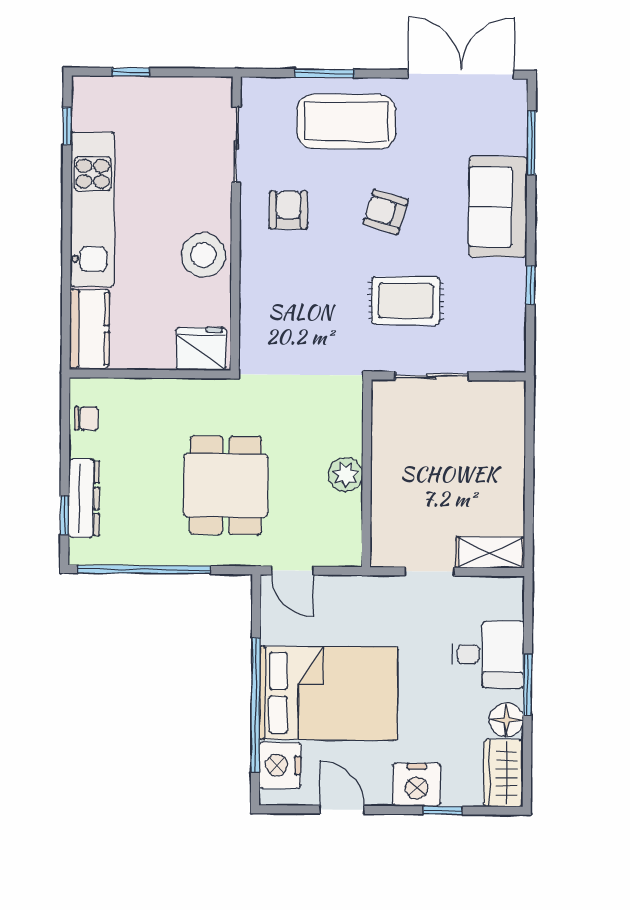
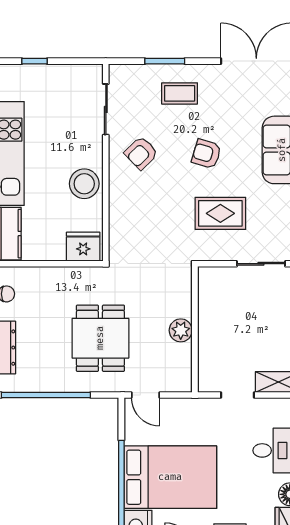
coffee table: (346, 122) -> (180, 93), width x0.54, depth x0.58
armchair: (288, 210) -> (141, 153), turned -134
sliding door: (432, 376) -> (261, 264), moved

